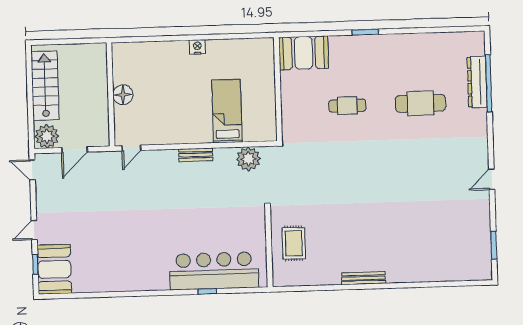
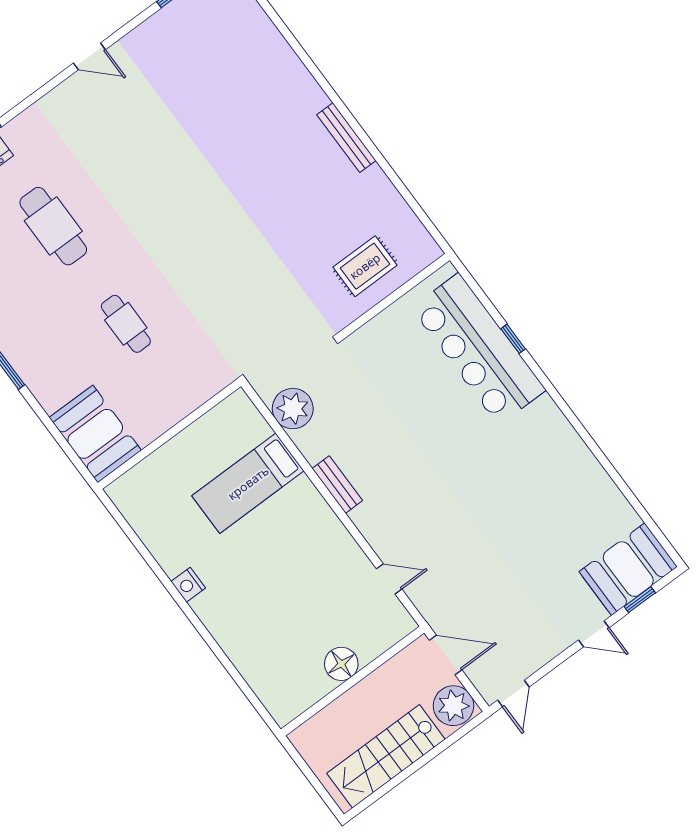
wall: (111, 94) -> (353, 681), moved
floor lamp: (123, 95) -> (341, 664), moved

